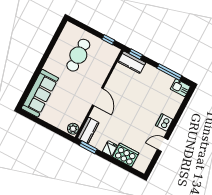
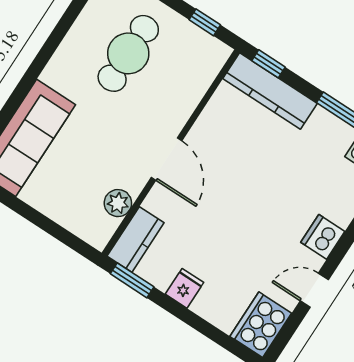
kitchen counter: (132, 62) -> (270, 91), width x1.50
plant: (73, 129) -> (118, 203), moved
cooker: (126, 155) -> (261, 325), moved, turned -90

